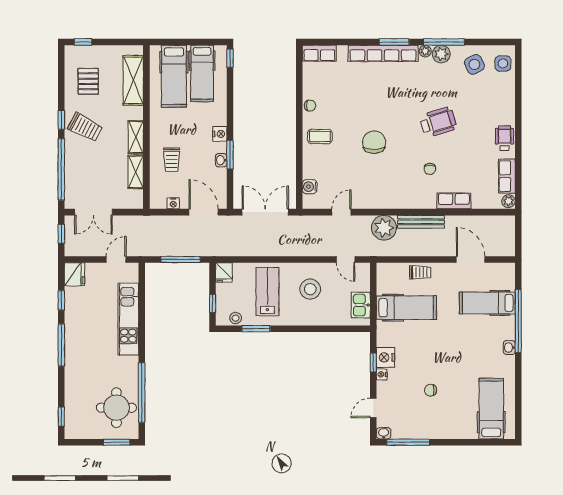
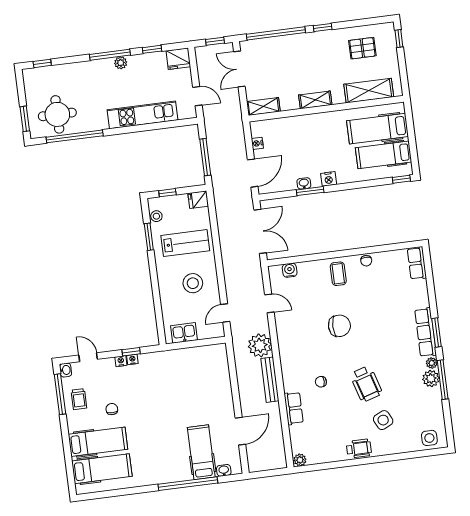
row of seats: (383, 53) -> (426, 332), width x0.73
side table: (474, 64) -> (383, 420), moved
trolley: (85, 127) -> (319, 51), removed
trolley: (172, 160) -> (298, 136), removed
shelving: (136, 172) -> (263, 106), moved
row of seats: (507, 176) -> (323, 455), removed
trolley: (420, 272) -> (79, 399), moved
hospital bed: (406, 308) -> (98, 442), moved, turned -90
plant: (71, 335) -> (121, 63), added
washbasin: (509, 347) -> (224, 470), moved
nightstand: (386, 357) -> (132, 359), width x0.53, depth x0.56

